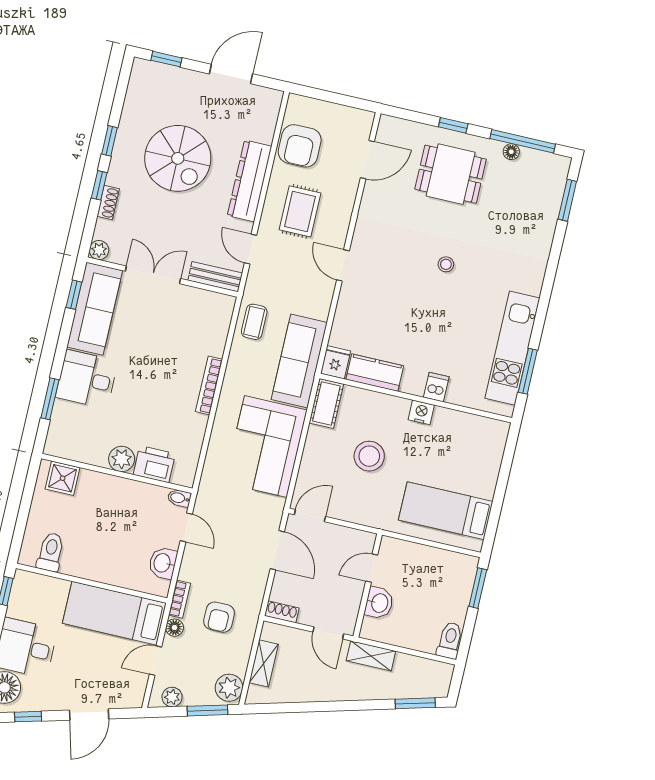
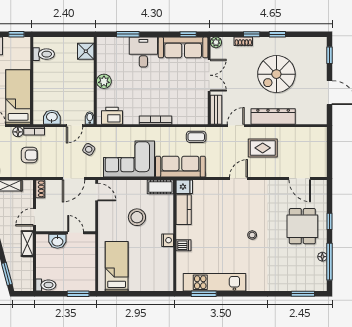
armchair: (300, 146) -> (299, 140), removed
printer: (154, 464) -> (112, 116), moved, turned -90
side table: (233, 512) -> (89, 149), added
armchair: (219, 617) -> (29, 155), turned 180

